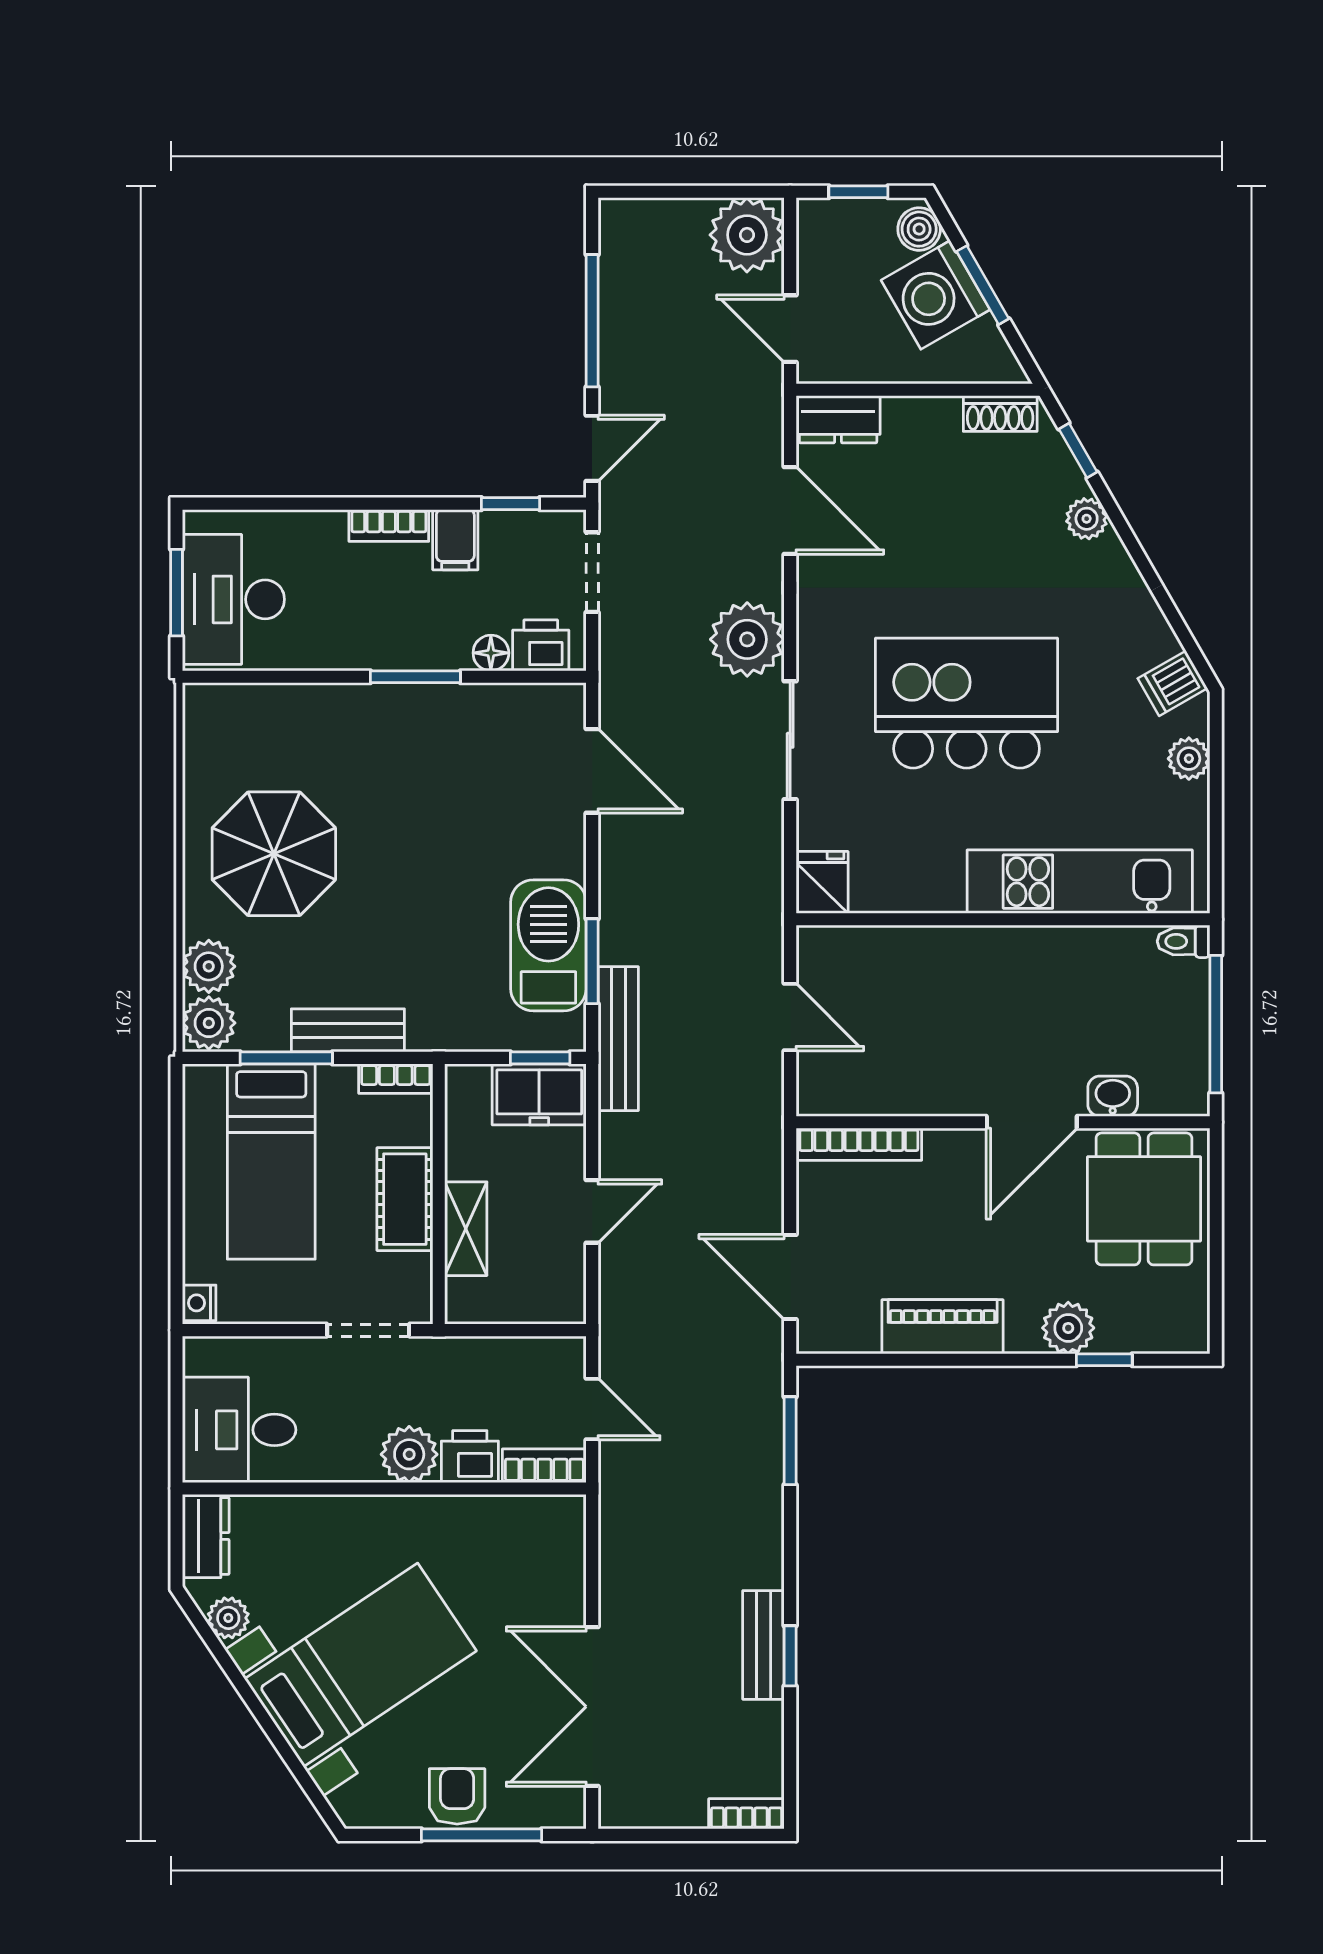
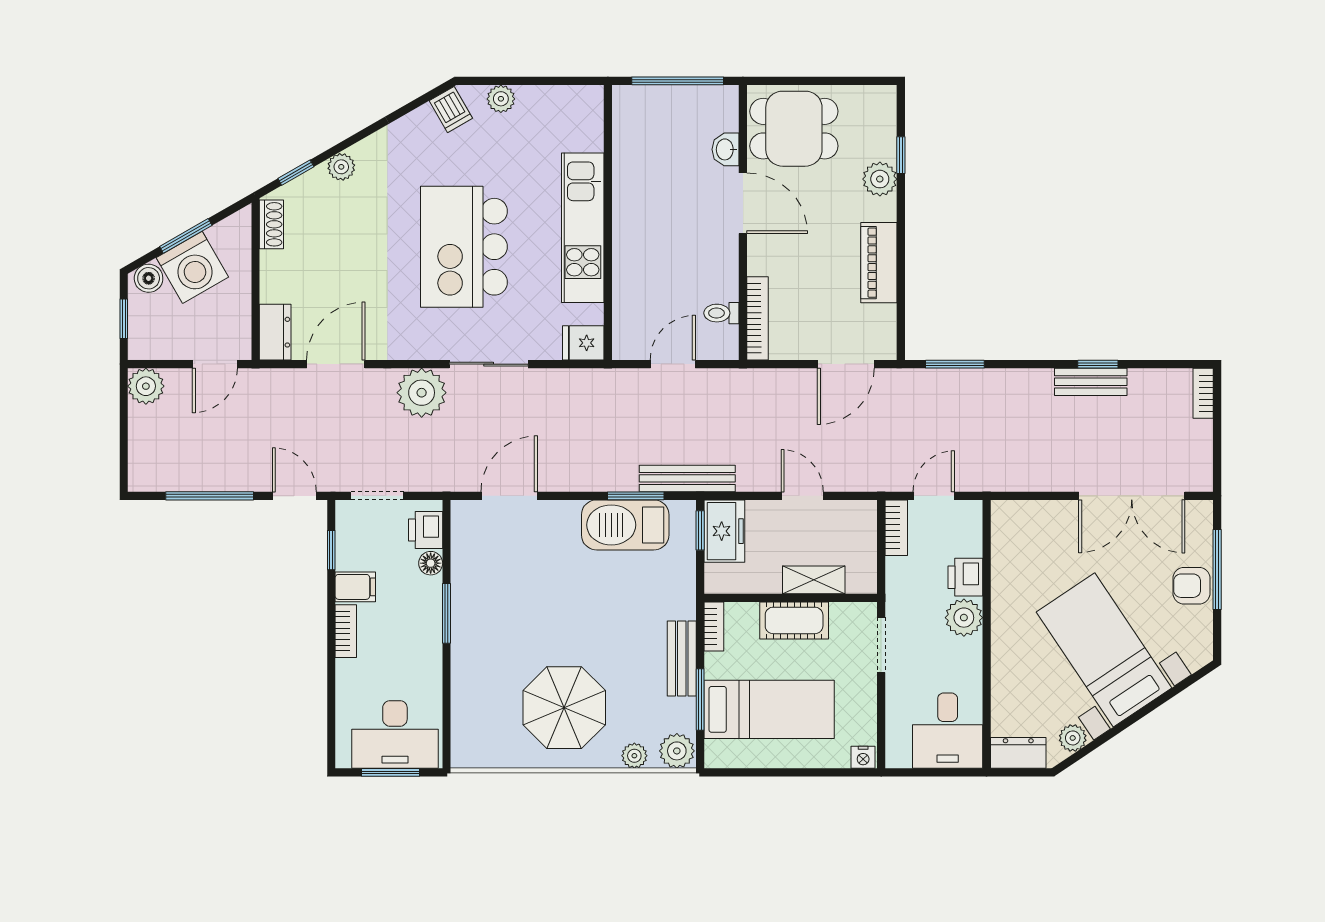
plant: (747, 235) -> (146, 386), width x0.73, depth x0.73
kitchen unit: (1080, 882) -> (583, 228), moved
toilet: (1184, 941) -> (721, 313), moved, turned 90
plant: (209, 966) -> (634, 756), width x0.73, depth x0.73
bookcase: (544, 1466) -> (896, 528), moved, turned 180

